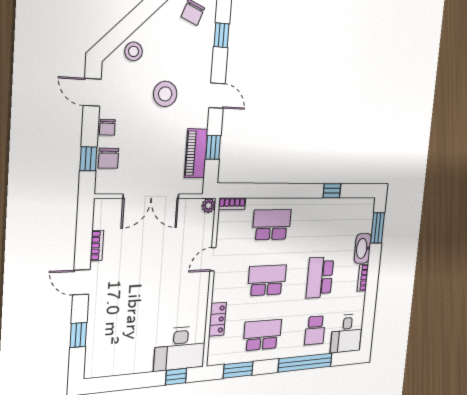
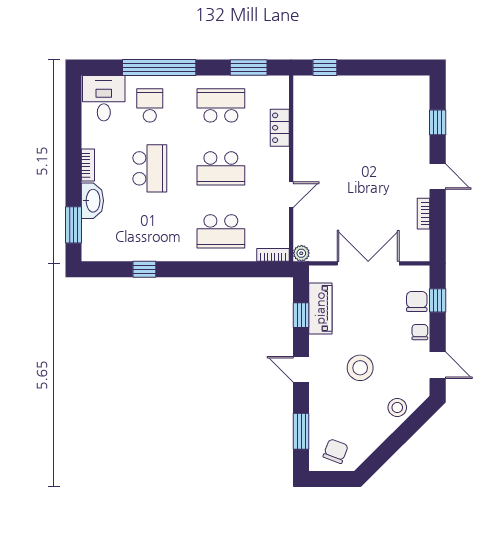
window: (222, 35) -> (301, 431), width x1.50
school desk: (262, 335) -> (221, 105), turned 180
desk: (180, 348) -> (323, 99), removed

